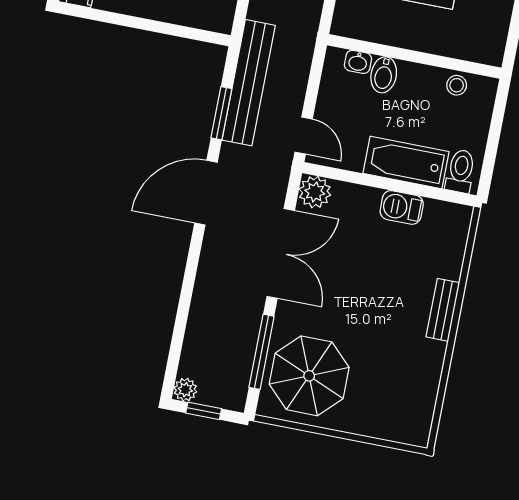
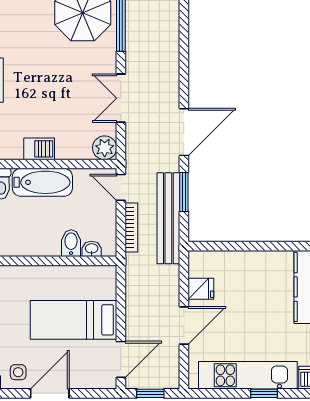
bookcase: (300, 80) -> (131, 228), added
stool: (457, 85) -> (16, 246), removed
double door: (281, 253) -> (121, 98), width x0.73

